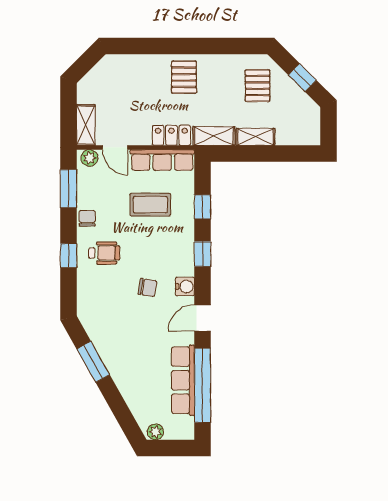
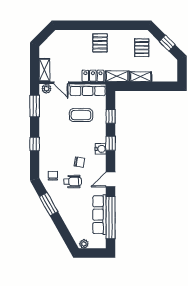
chair: (87, 218) -> (53, 176), moved
wheelchair: (104, 253) -> (72, 182), moved
water cooler: (185, 287) -> (101, 149), moved

